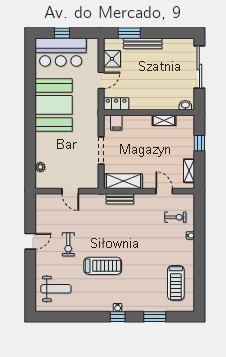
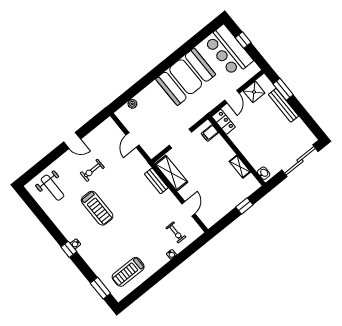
door: (101, 80) -> (232, 97), hinge flipped
shelving: (189, 171) -> (218, 215), removed
window: (155, 317) -> (100, 288), moved

